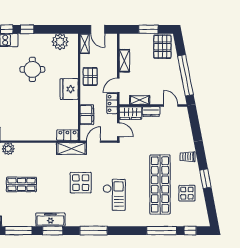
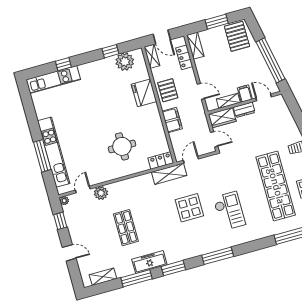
window: (27, 29) -> (110, 51), moved
shelving: (124, 61) -> (195, 46), moved
round table: (32, 69) -> (122, 146), moved
door: (118, 85) -> (201, 91), swing flipped
fridge: (69, 89) -> (144, 93), moved
filing cabinet: (156, 98) -> (245, 94), added
locker: (112, 104) -> (184, 57), moved
filing cabinet: (87, 115) -> (172, 120), moved
shop shelf: (21, 184) -> (126, 228), turned 90
freezer: (50, 220) -> (149, 262), moved

